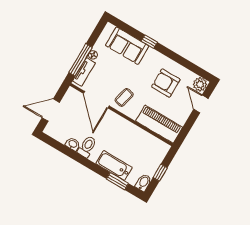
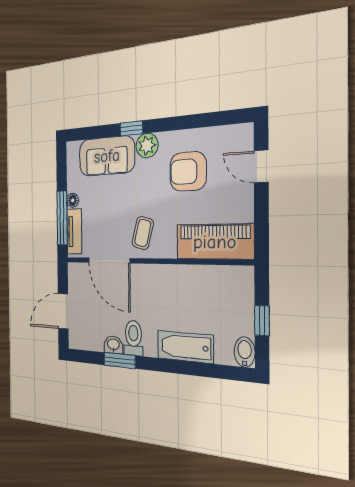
plant: (200, 84) -> (147, 146), moved
window: (117, 181) -> (119, 360), moved

